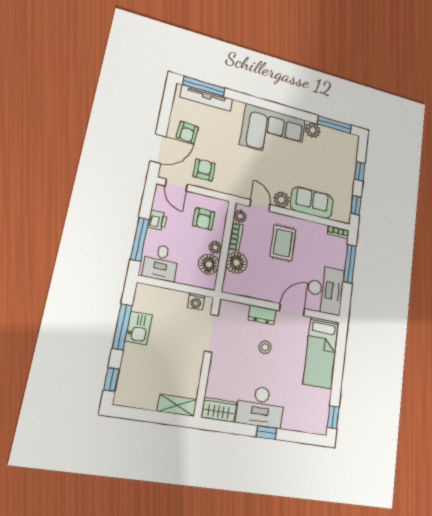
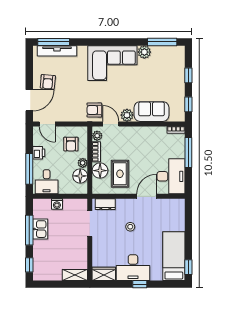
armchair: (204, 170) -> (94, 110), moved, turned -90
rug: (283, 243) -> (120, 174), moved
washing machine: (196, 302) -> (57, 204), moved
dresser: (262, 315) -> (105, 204), moved
bed: (321, 353) -> (174, 256), moved, turned 180

